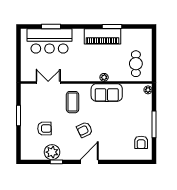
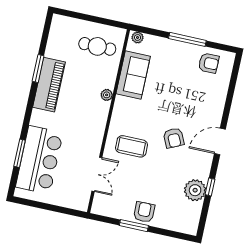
double door: (48, 82) -> (97, 174), swing flipped
sofa: (107, 93) -> (133, 75), moved
armchair: (44, 128) -> (144, 212), moved
door: (89, 162) -> (220, 141), hinge flipped

